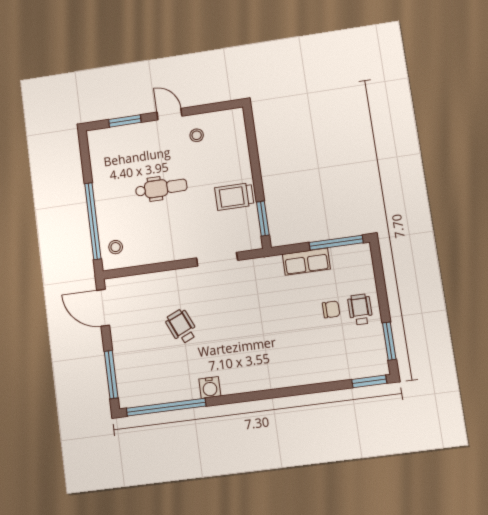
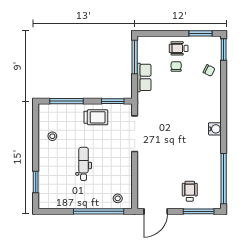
door: (169, 114) -> (36, 152), removed
window: (253, 149) -> (67, 101), added
trolley: (234, 197) -> (96, 117), turned -90
doorway: (217, 259) -> (135, 134), width x1.36
wheelchair: (181, 327) -> (190, 191), moved, turned 114
chair: (332, 362) -> (209, 70), added
water cooler: (210, 388) -> (215, 129), moved

